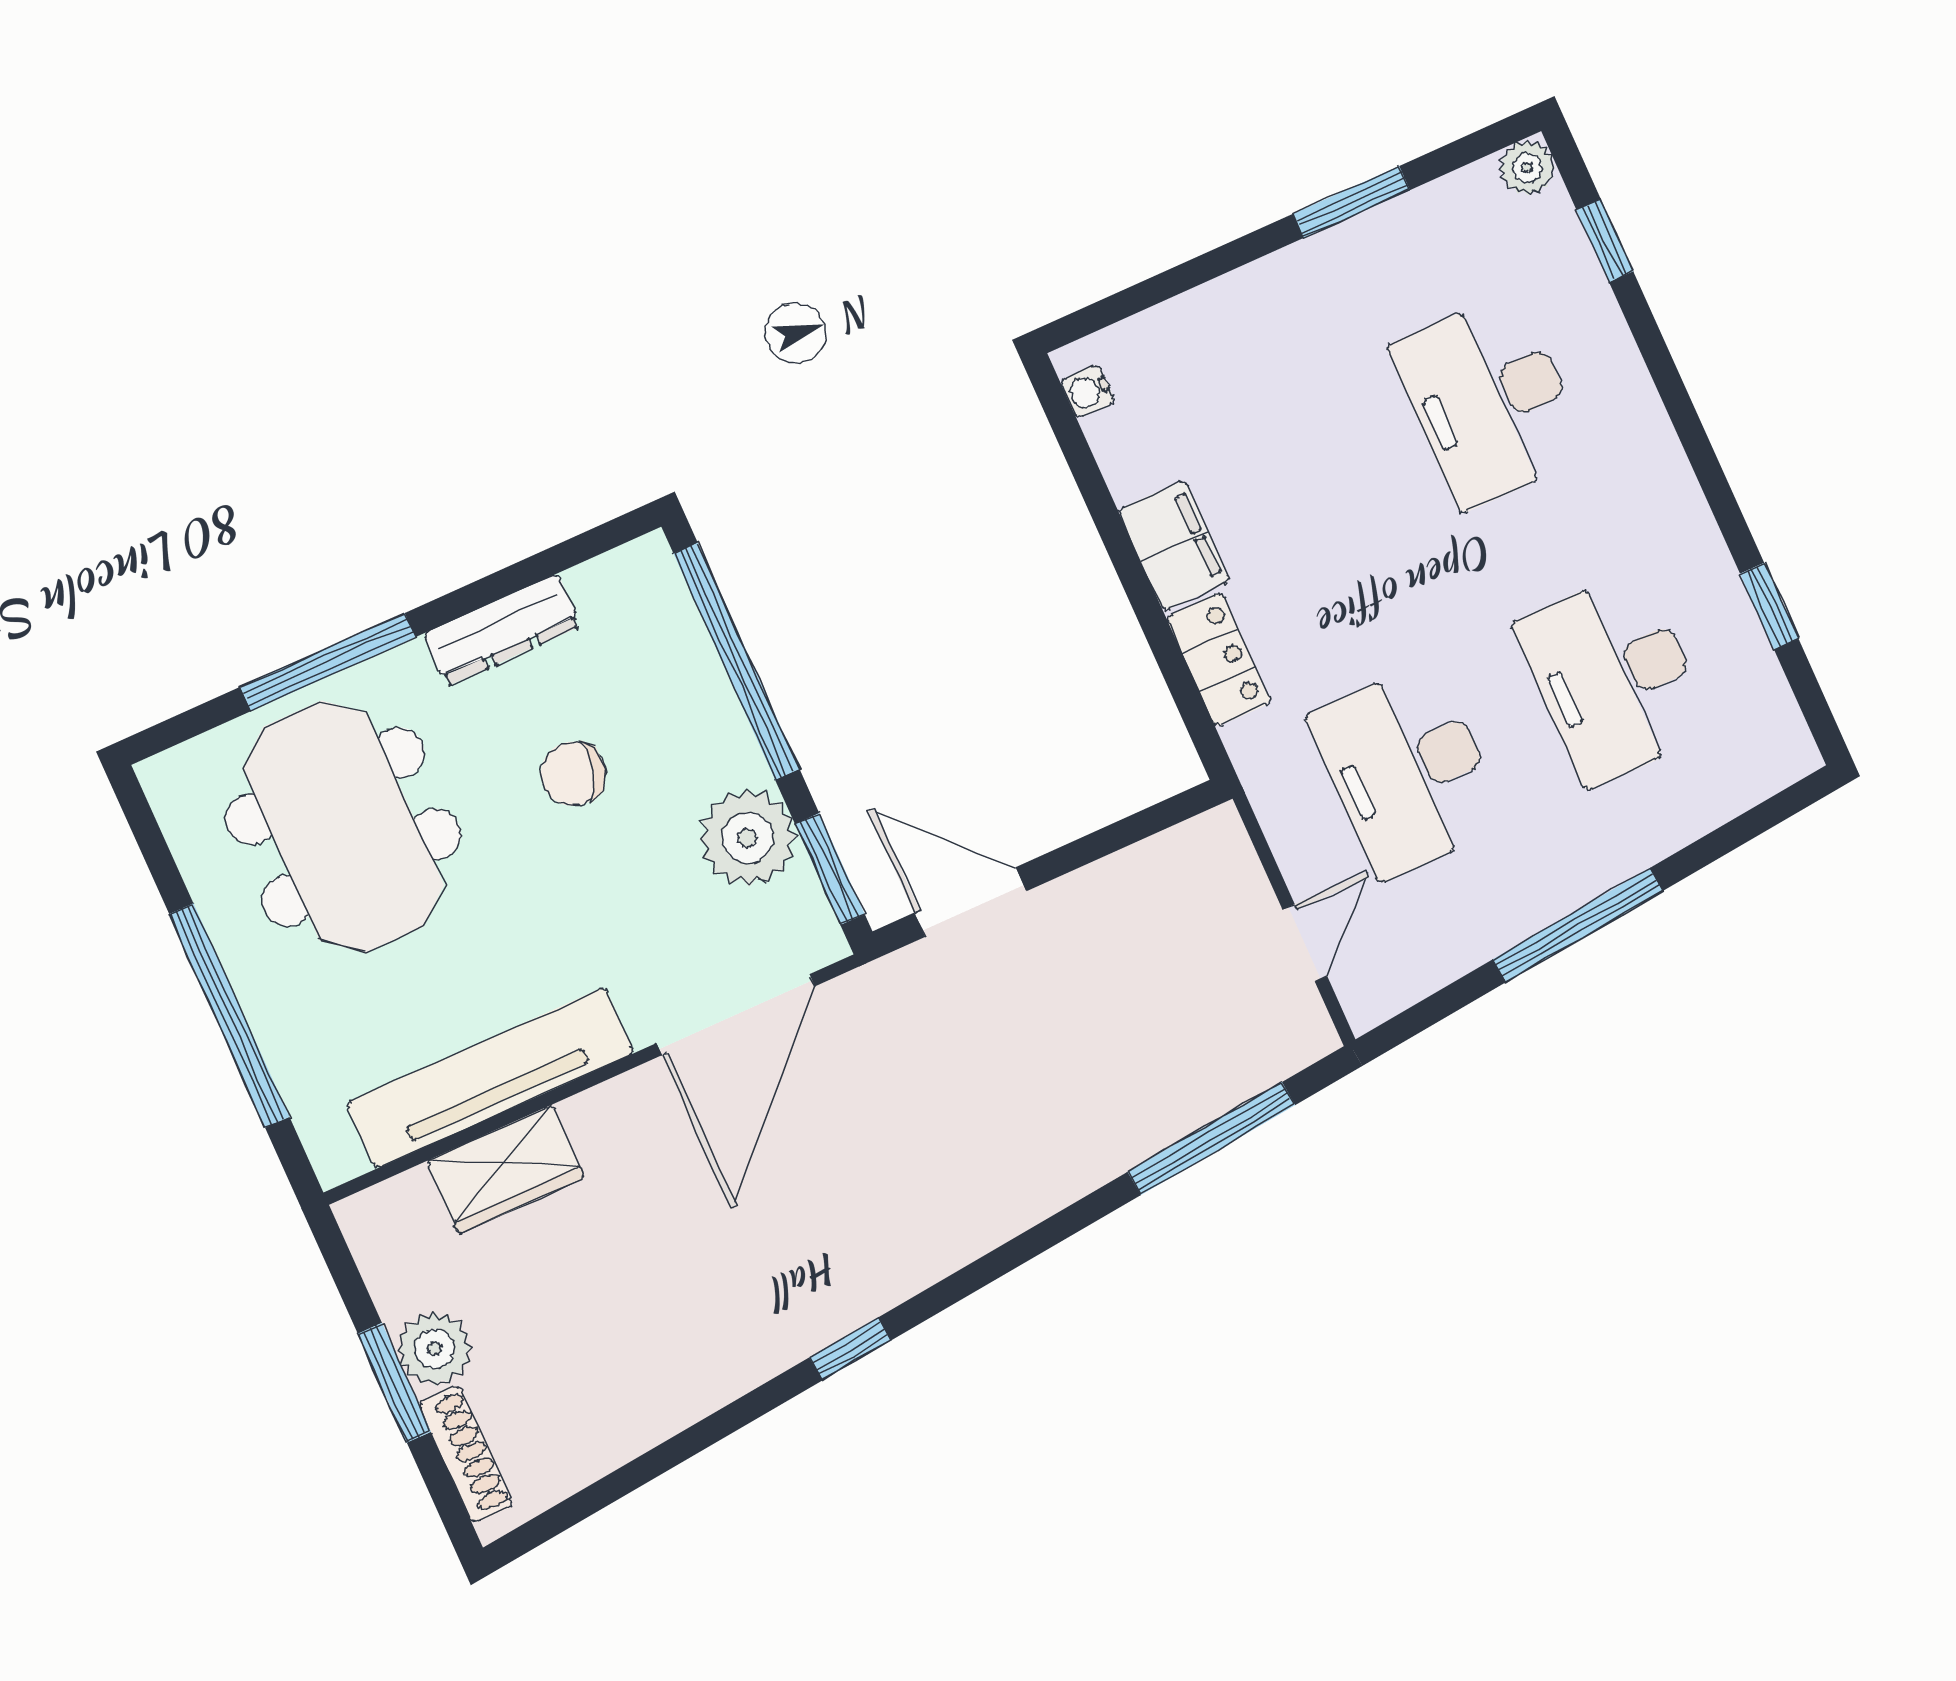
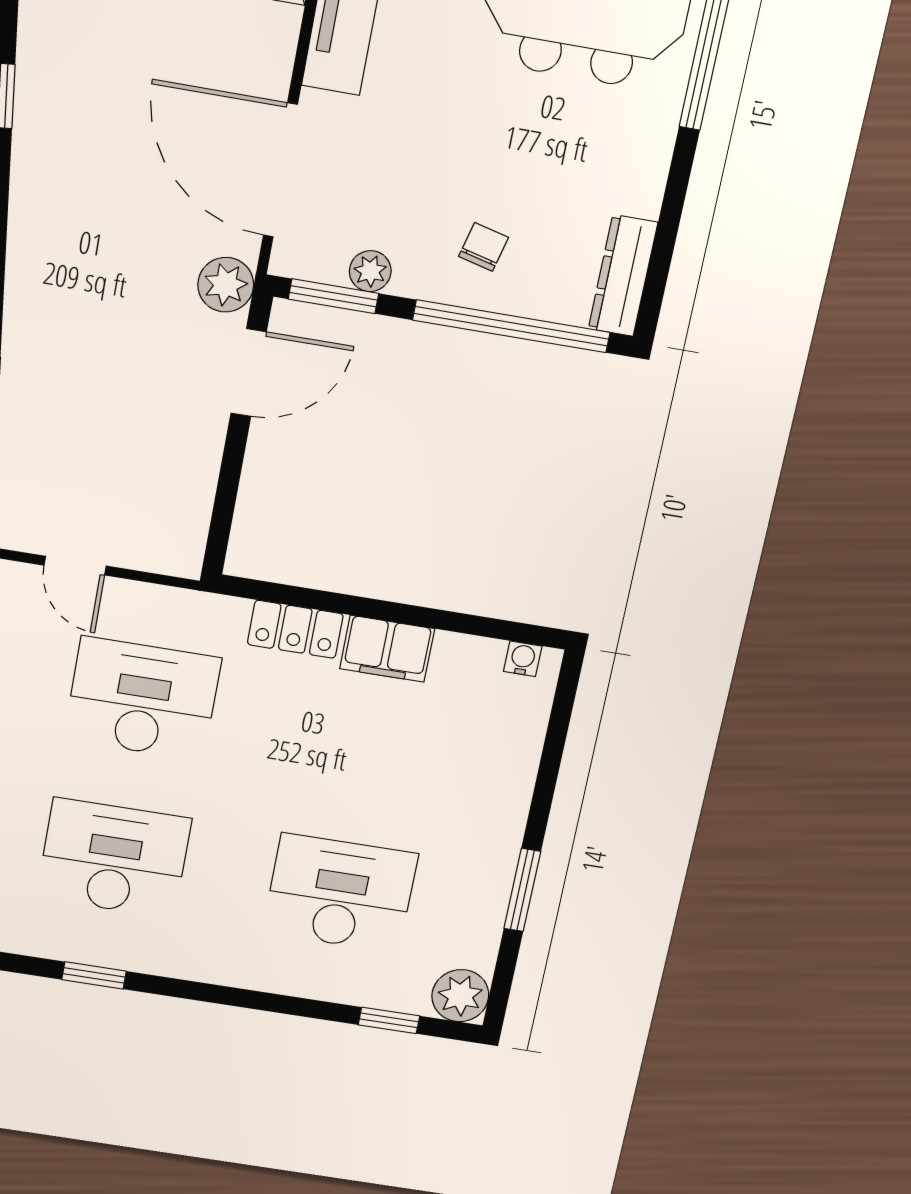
plant: (1527, 168) -> (460, 996), width x1.38, depth x1.38
dresser: (502, 630) -> (623, 276), moved
chair: (573, 774) -> (484, 247), moved, width x0.73, depth x0.73
plant: (748, 838) -> (370, 271), width x0.53, depth x0.53
plant: (893, 989) -> (226, 285), added

